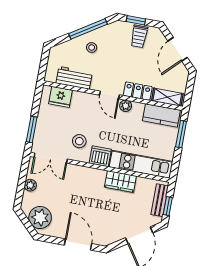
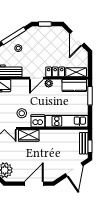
trolley: (139, 36) -> (49, 35), removed
door: (109, 95) -> (36, 78), hinge flipped
wardrobe: (120, 182) -> (29, 136), moved
door: (78, 244) -> (34, 184), hinge flipped

